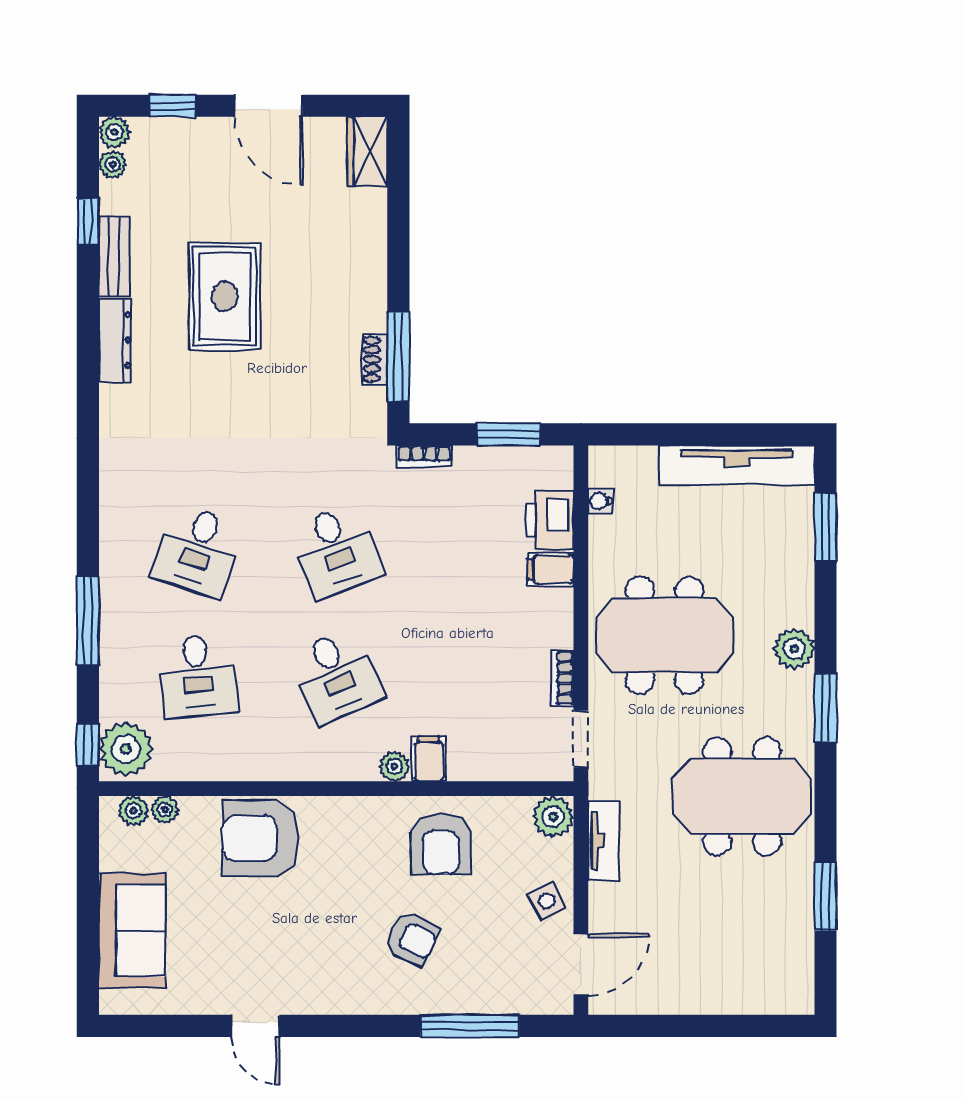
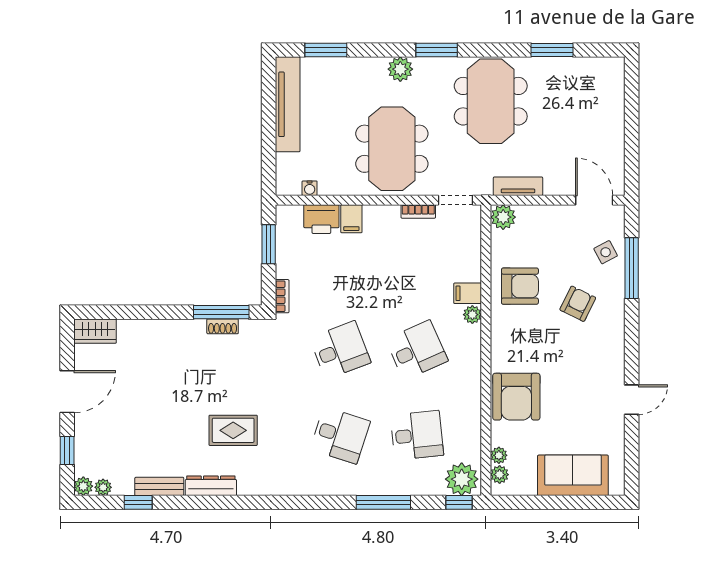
rug: (225, 296) -> (233, 430), moved, width x0.73, depth x0.70
side table: (547, 901) -> (606, 252), moved

